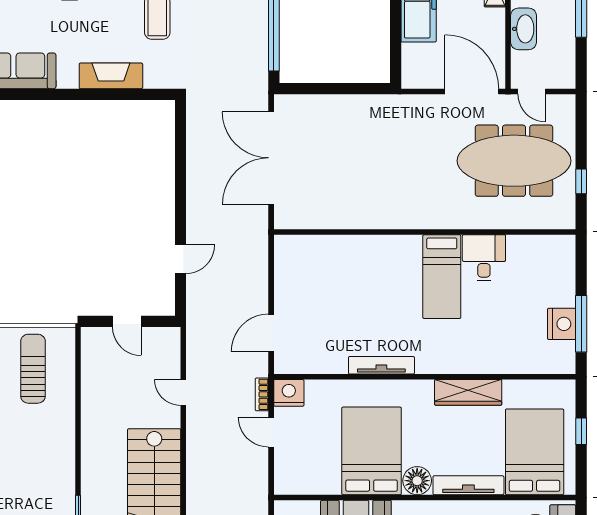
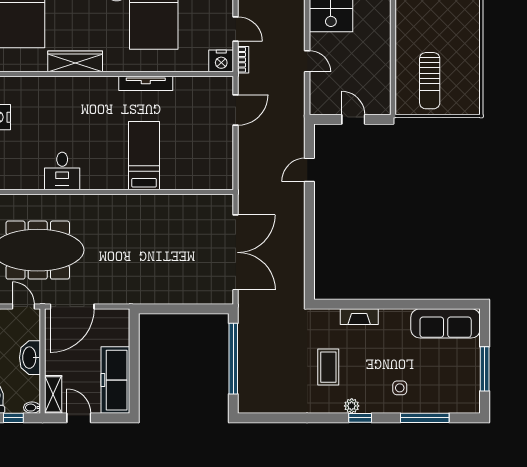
fireplace: (111, 76) -> (359, 317), width x0.73, depth x0.76
door: (472, 92) -> (72, 306), hinge flipped
bed: (442, 277) -> (144, 156), moved

